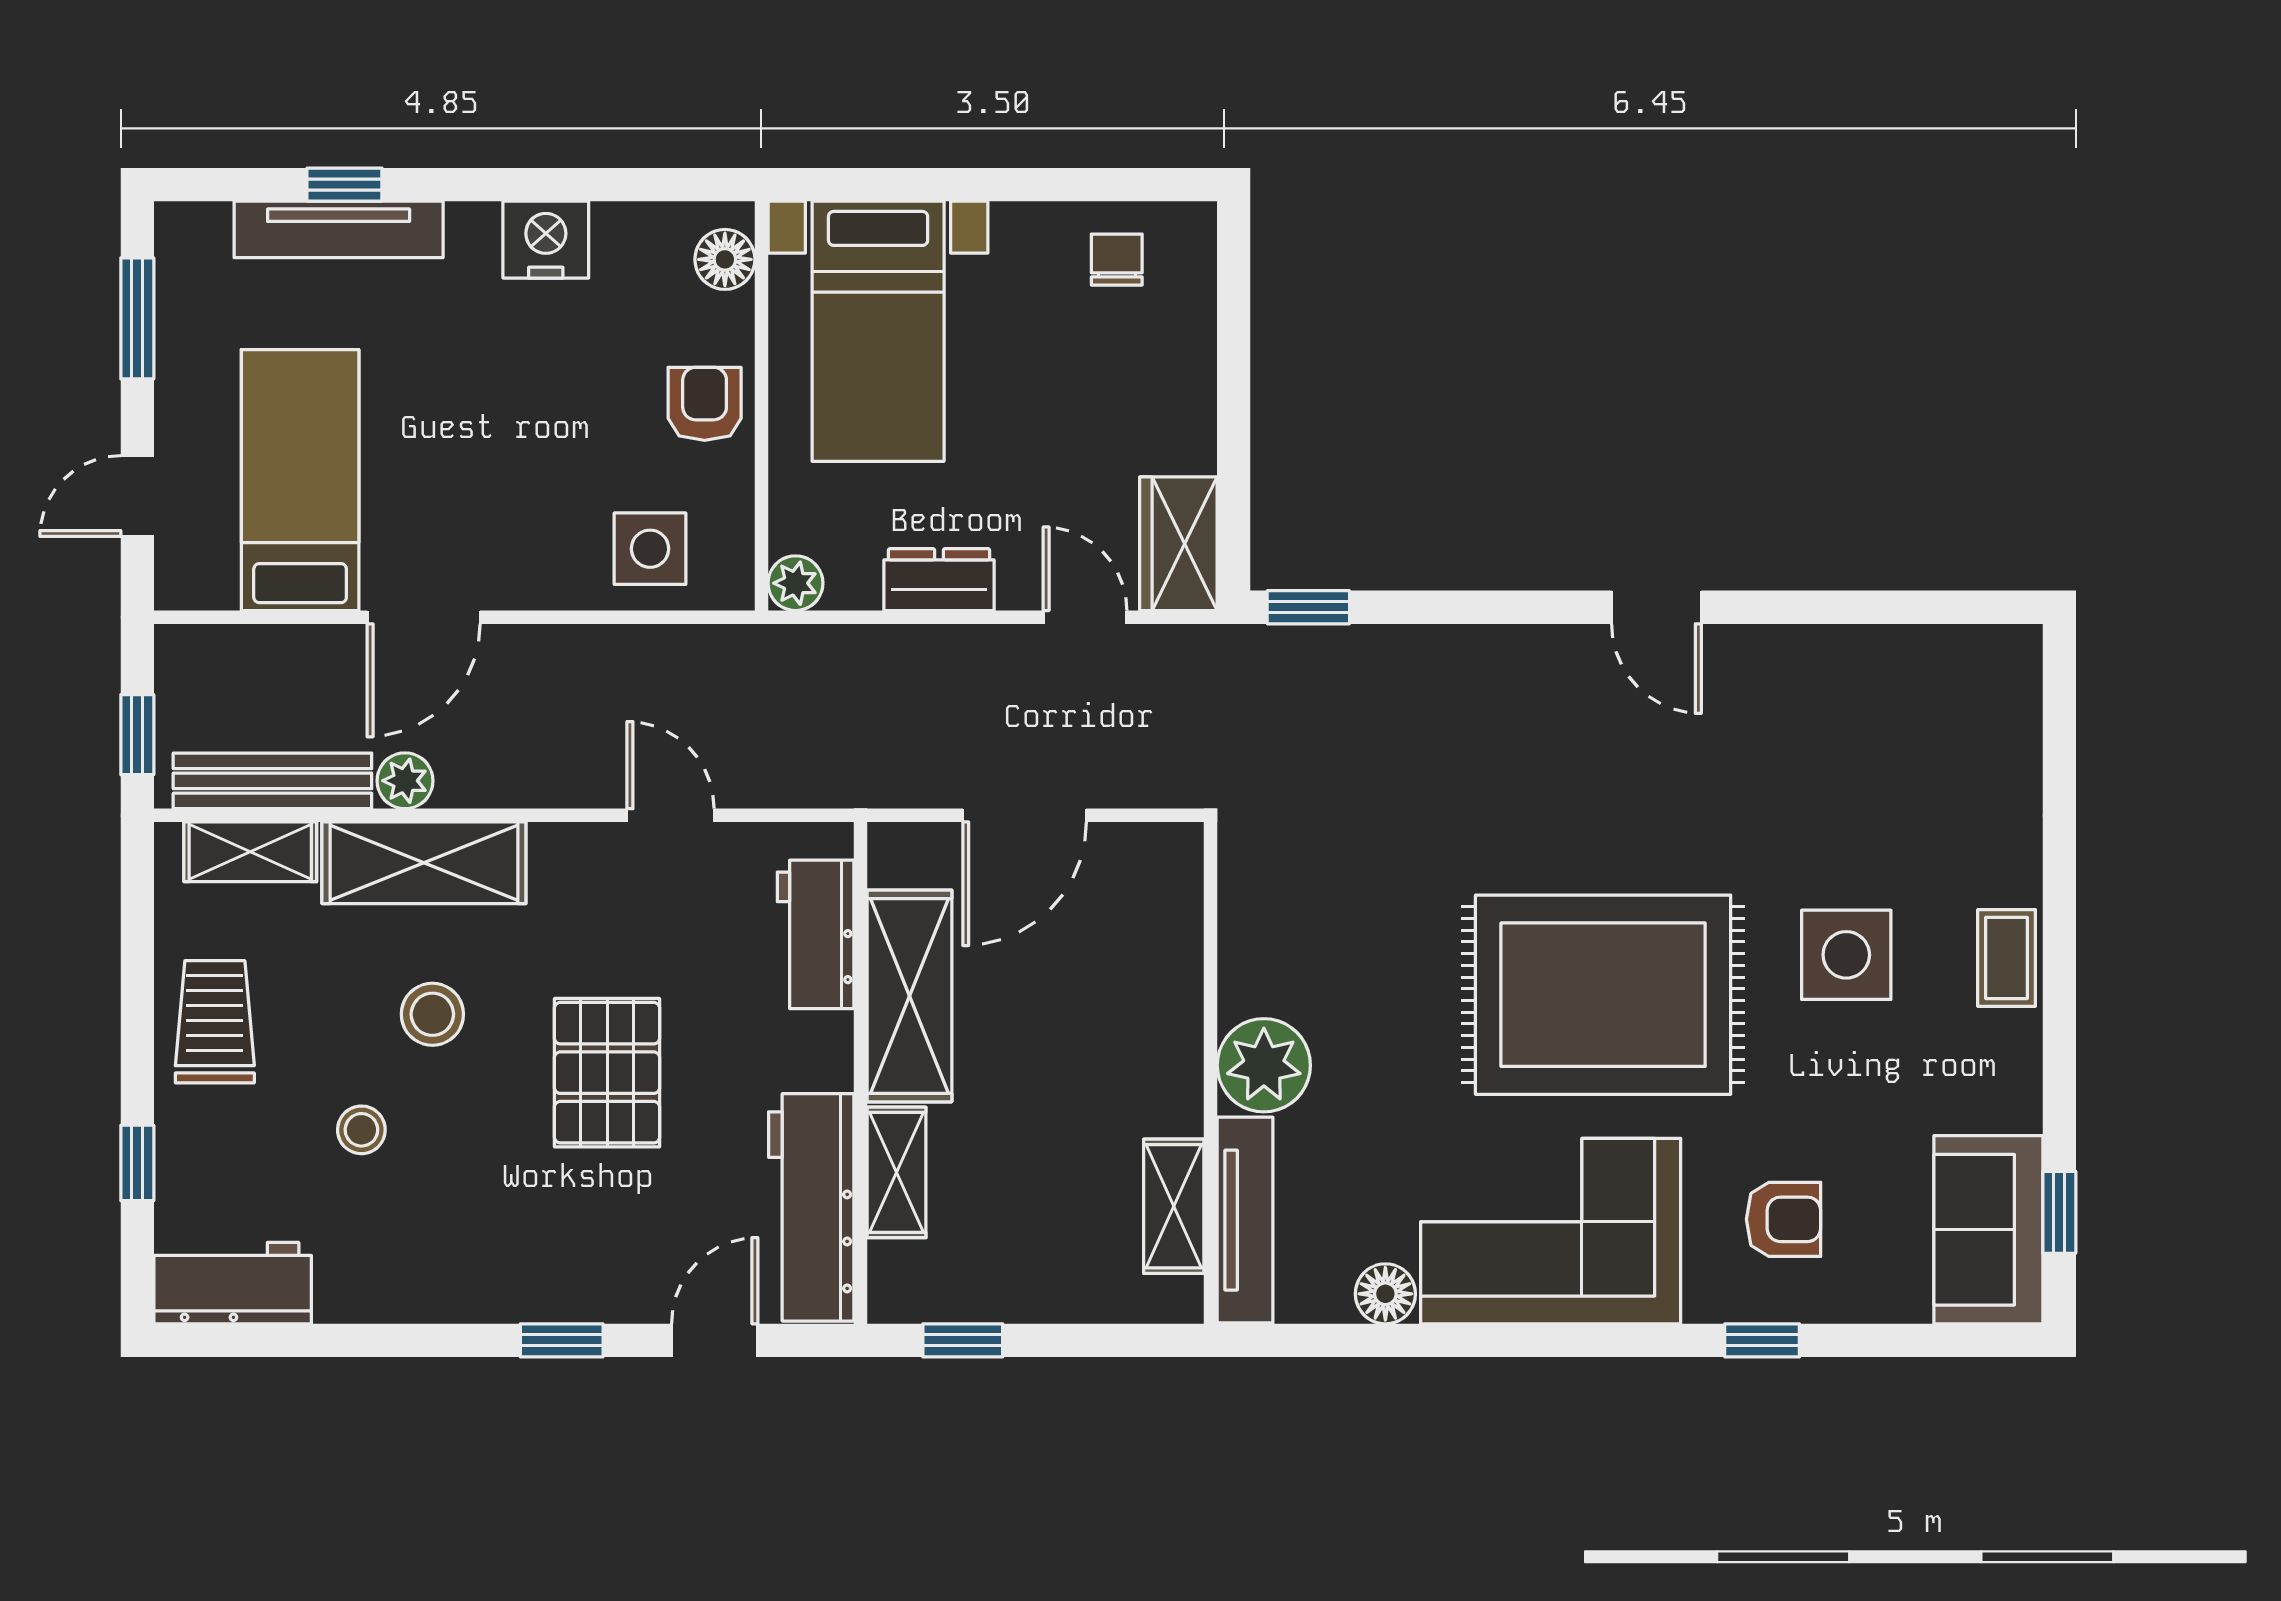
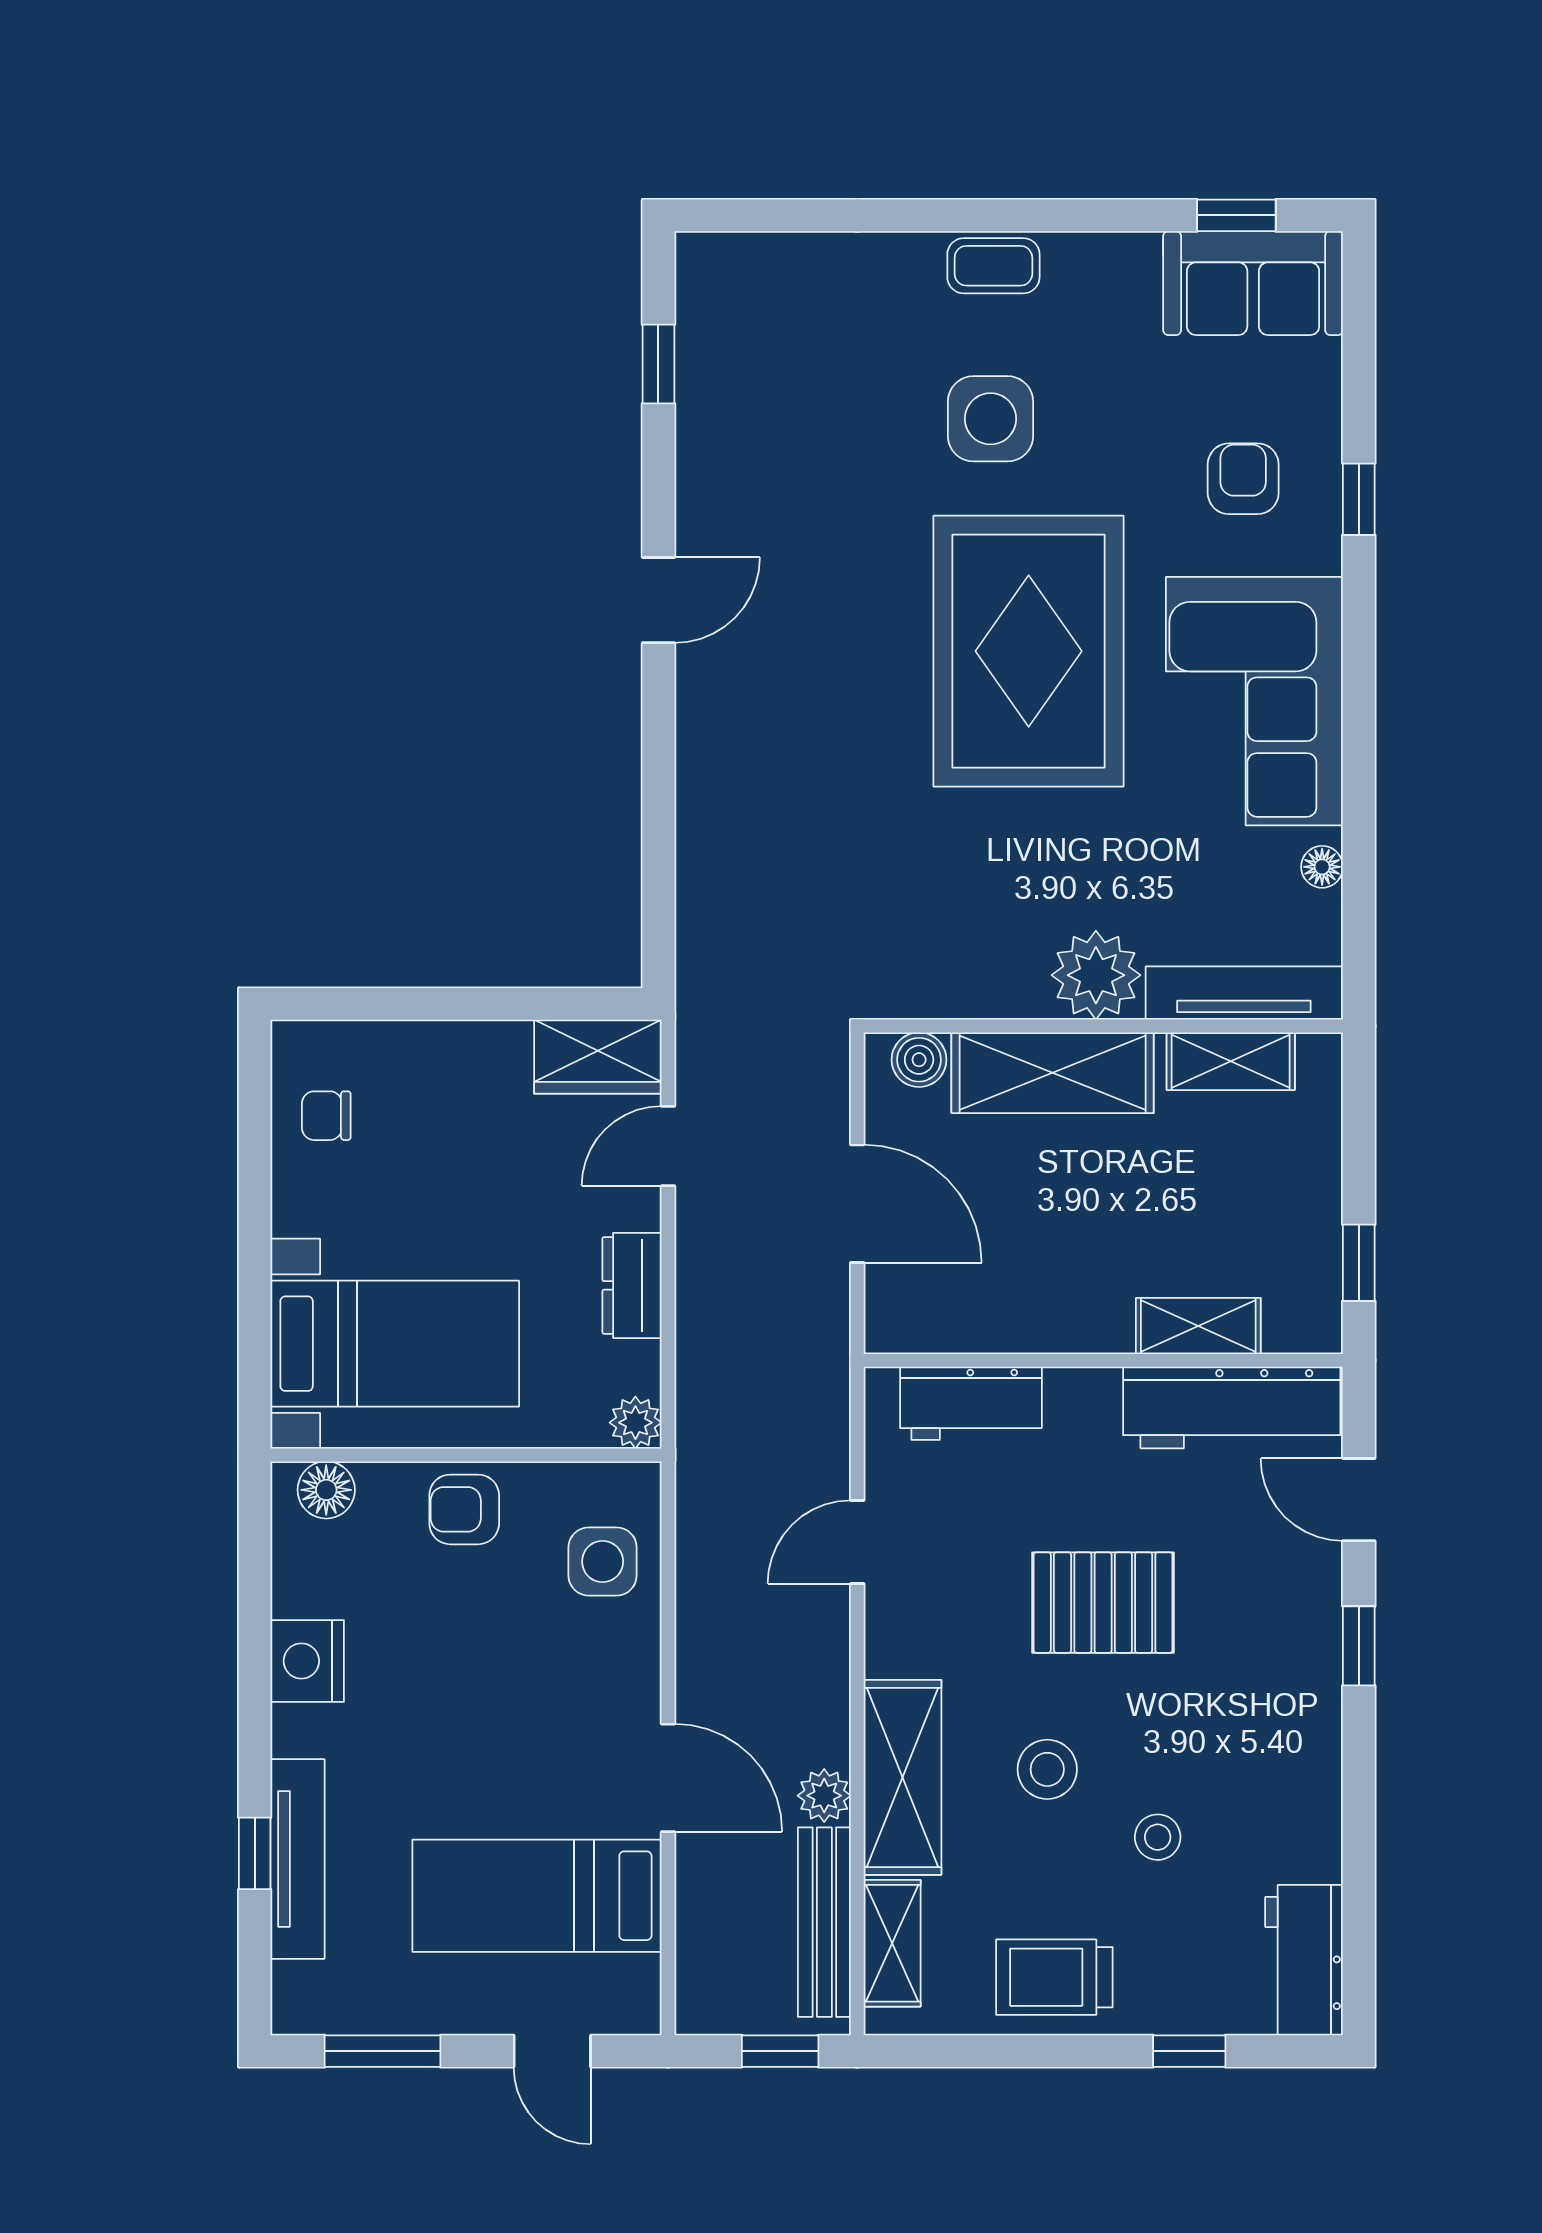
window: (1308, 607) -> (658, 364), moved
boiler: (1175, 880) -> (919, 1060), added
shelving: (909, 996) -> (1053, 1073), moved
floor lamp: (1385, 1294) -> (1322, 867), width x0.73, depth x0.73

